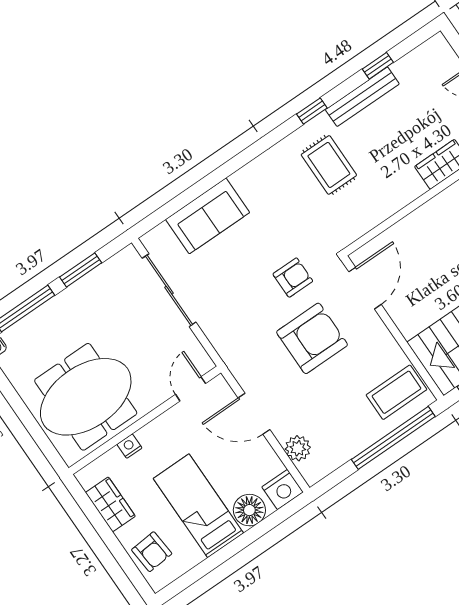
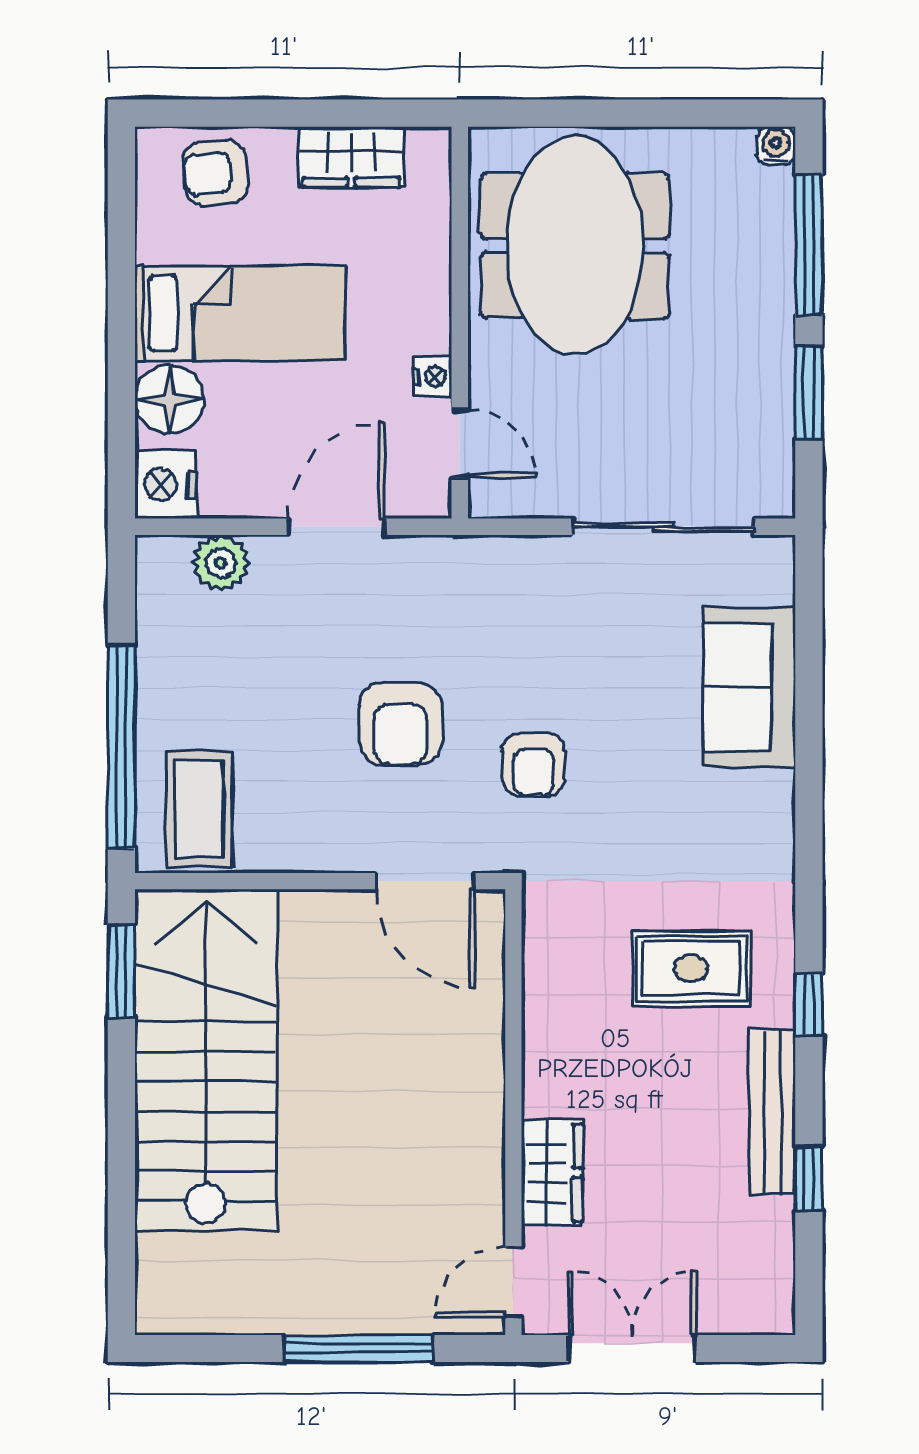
armchair: (312, 338) -> (400, 724), width x0.73, depth x0.73
nightstand: (129, 446) -> (432, 377), moved

